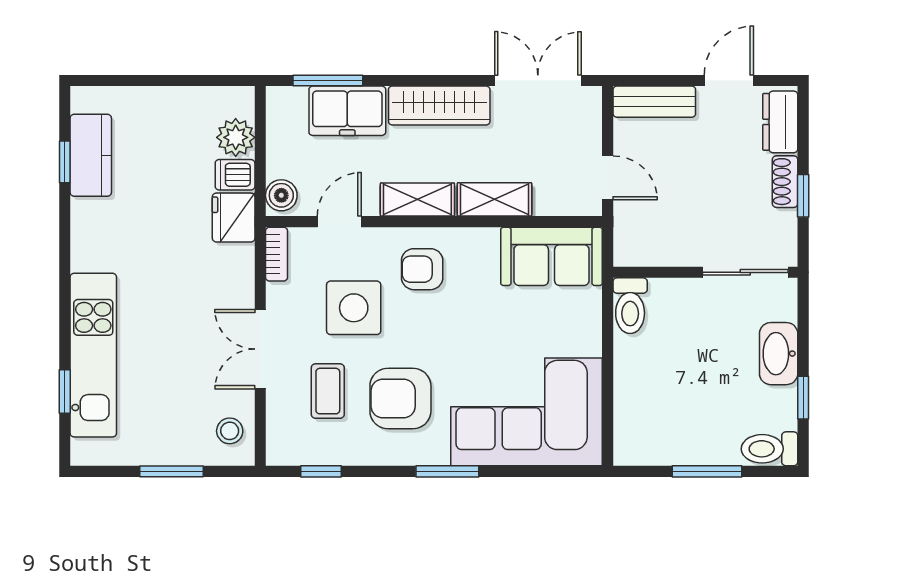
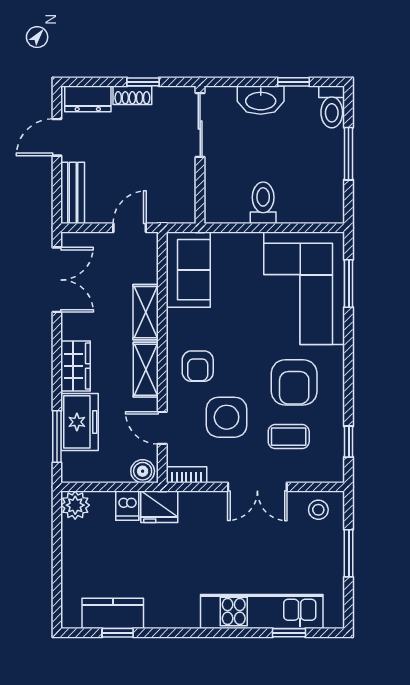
double door: (538, 80) -> (57, 280), swing flipped
door: (729, 80) -> (57, 137), hinge flipped
wardrobe: (439, 105) -> (76, 366), width x0.67
plant: (236, 137) -> (75, 505), moved
toilet: (630, 306) -> (263, 203), moved, turned -90
window: (447, 471) -> (349, 284), moved

